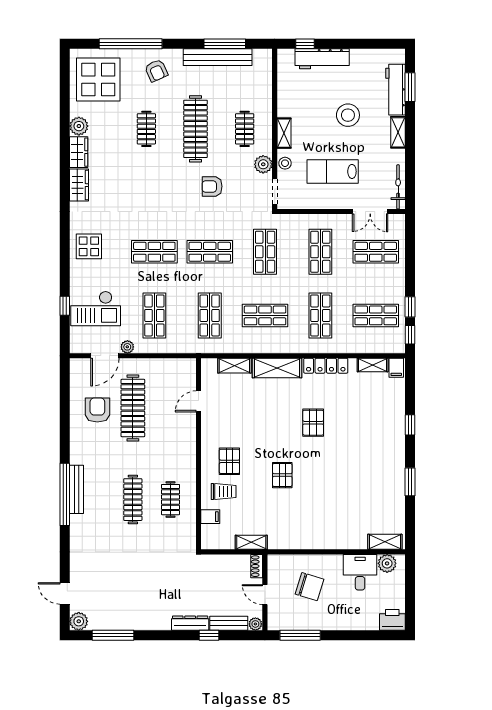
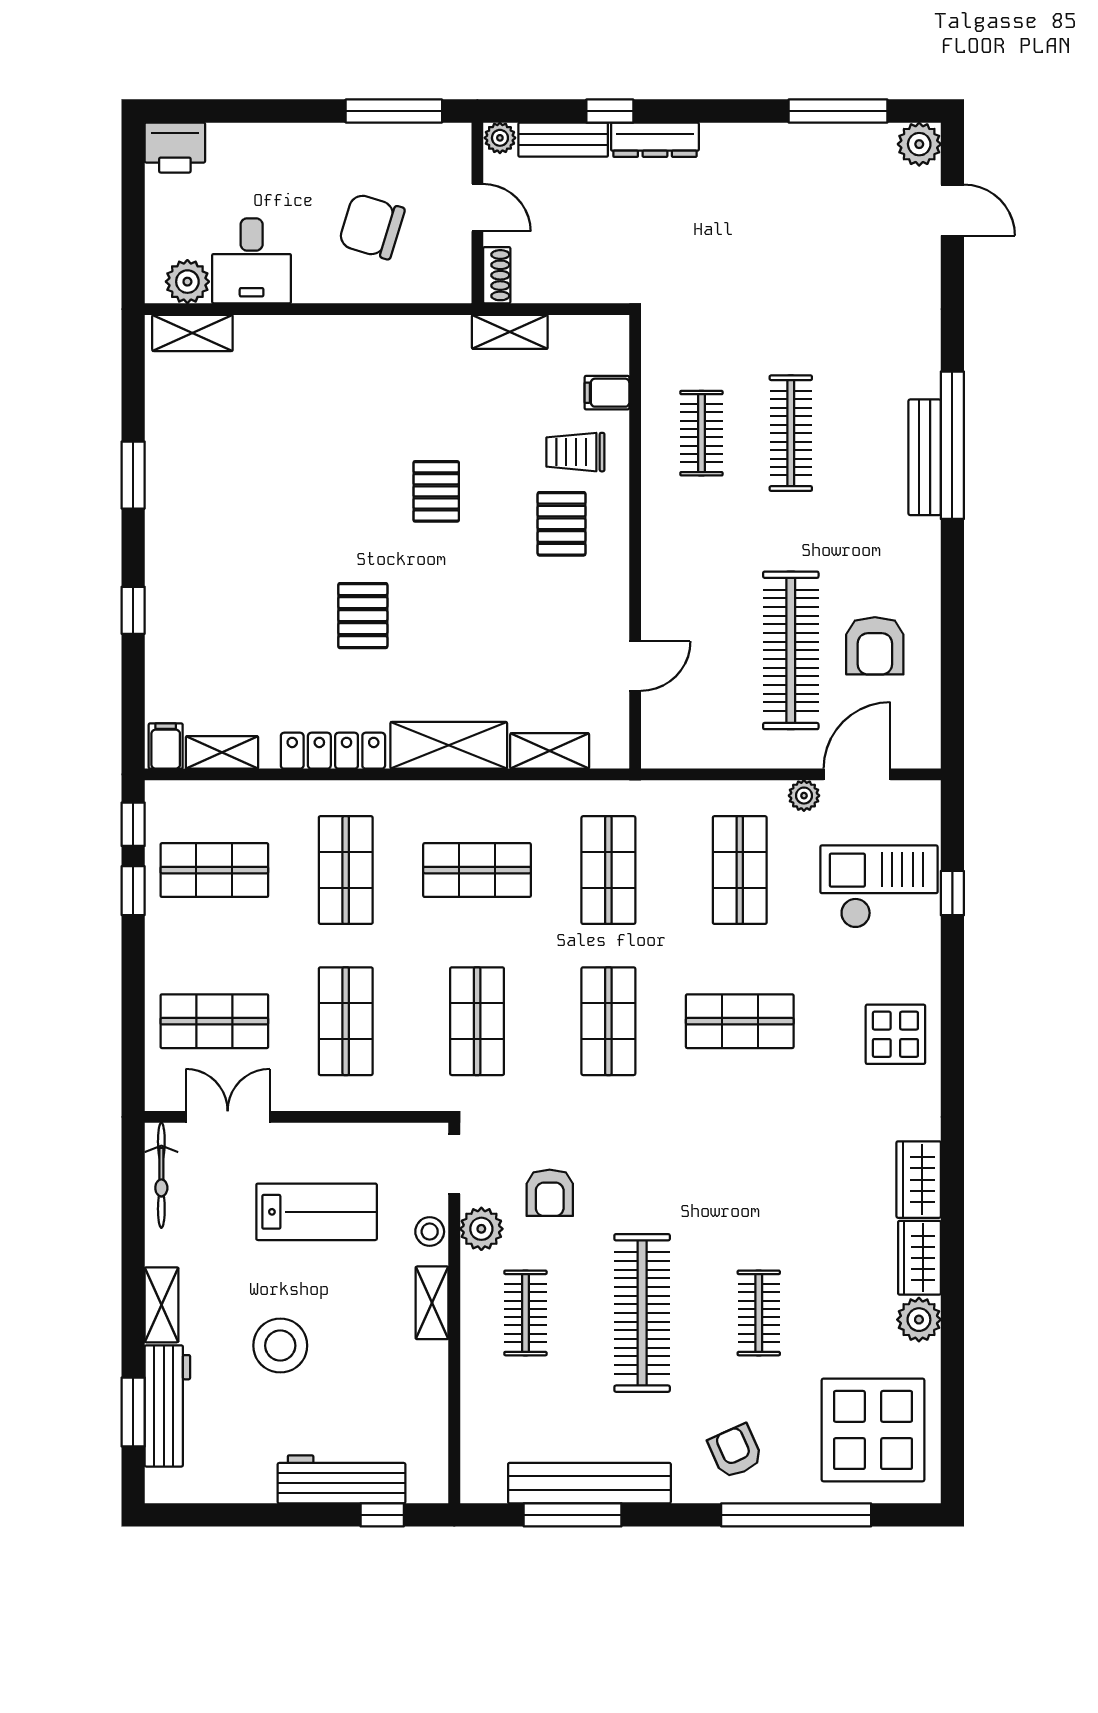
armchair: (212, 186) -> (550, 1193), moved, turned 90
shop shelf: (210, 252) -> (608, 1021), turned 90

